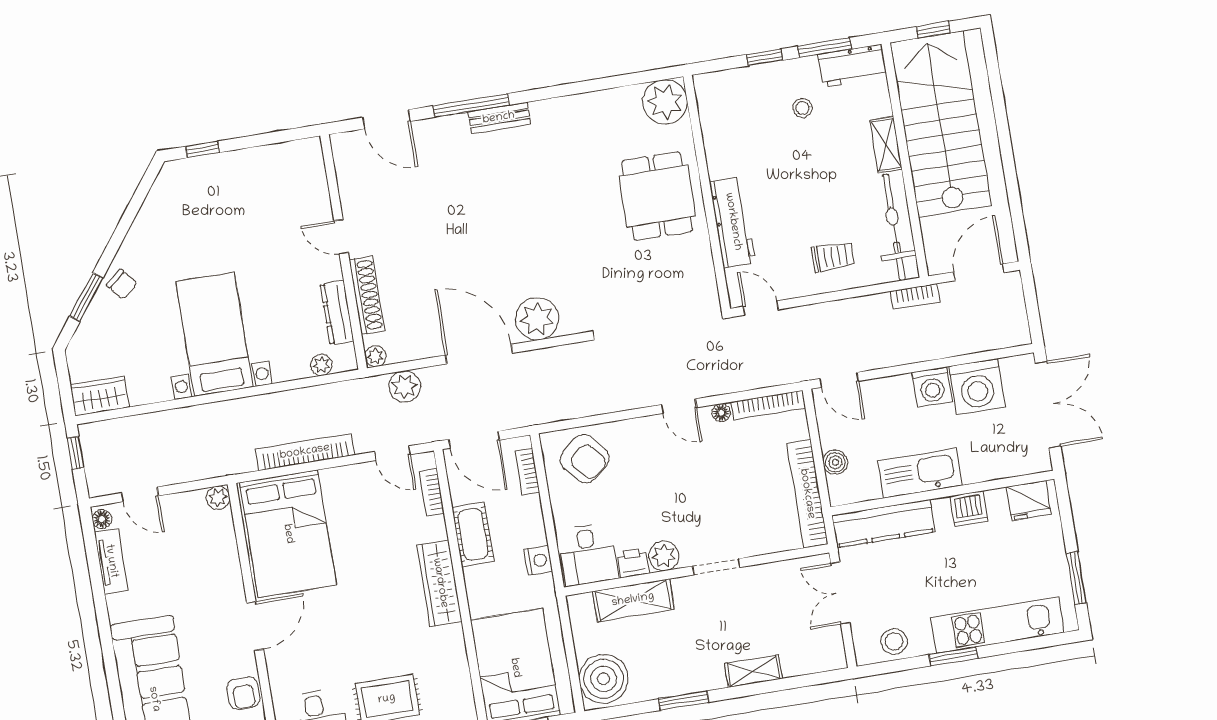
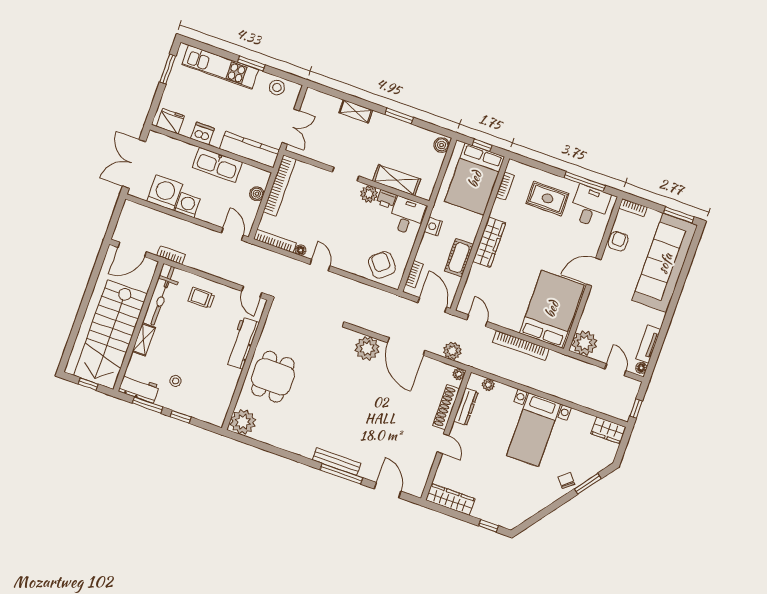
bench: (499, 118) -> (337, 462), width x1.36
wardrobe: (283, 158) -> (450, 499), added
bookcase: (432, 492) -> (505, 186), moved
plant: (218, 498) -> (585, 343), width x1.88, depth x1.88
boiler: (604, 679) -> (442, 145), width x0.54, depth x0.54

